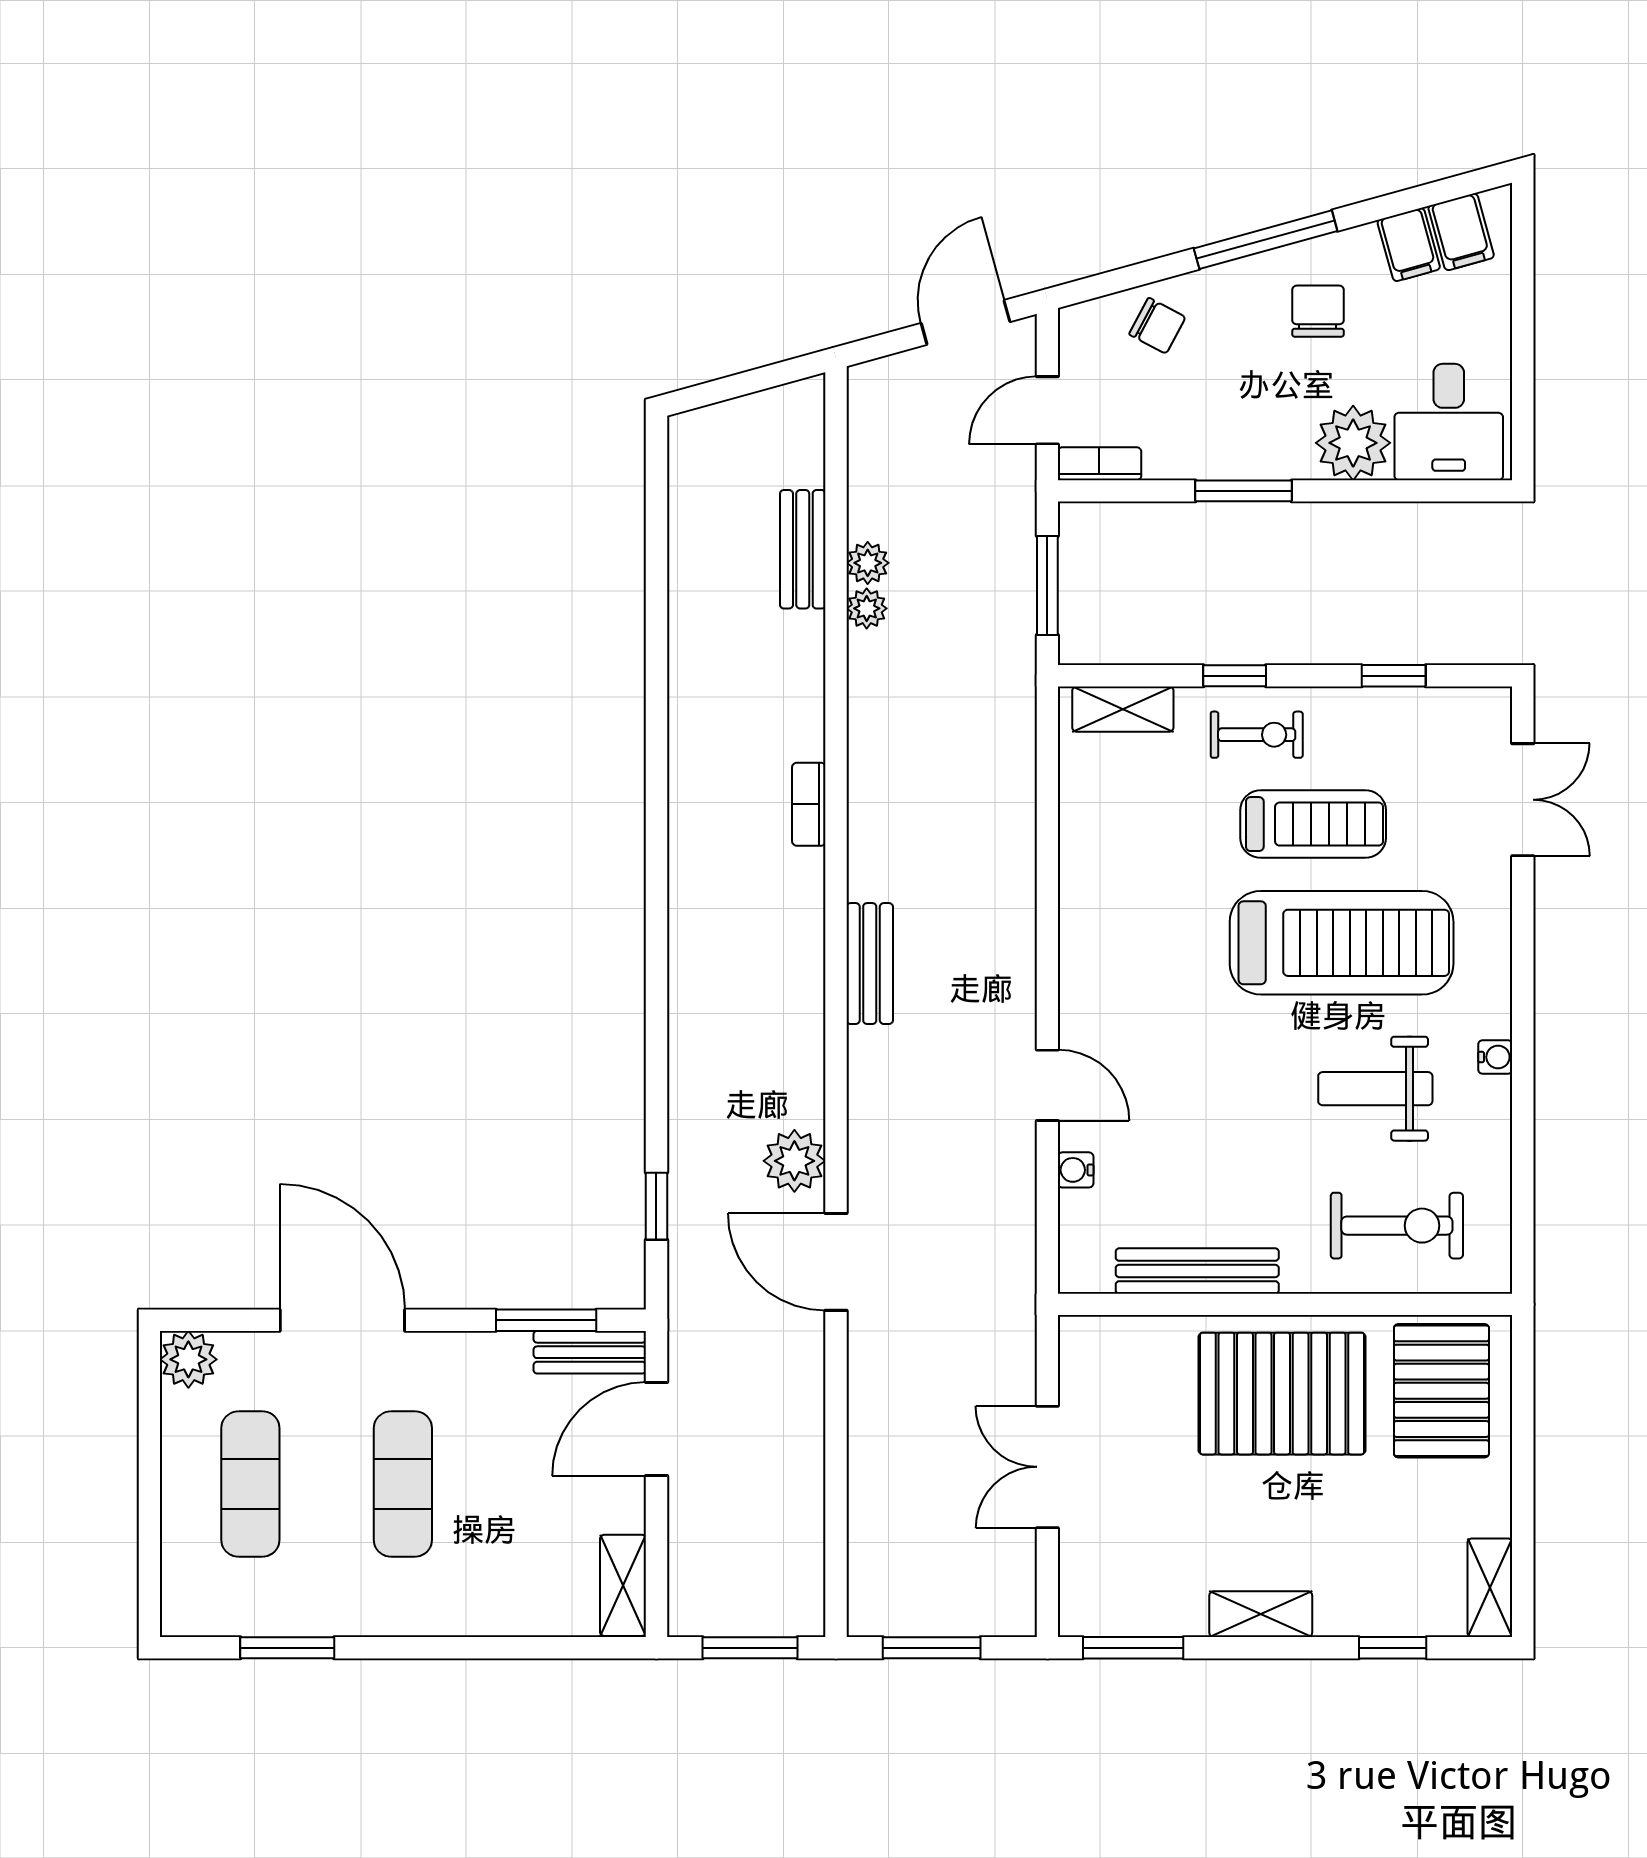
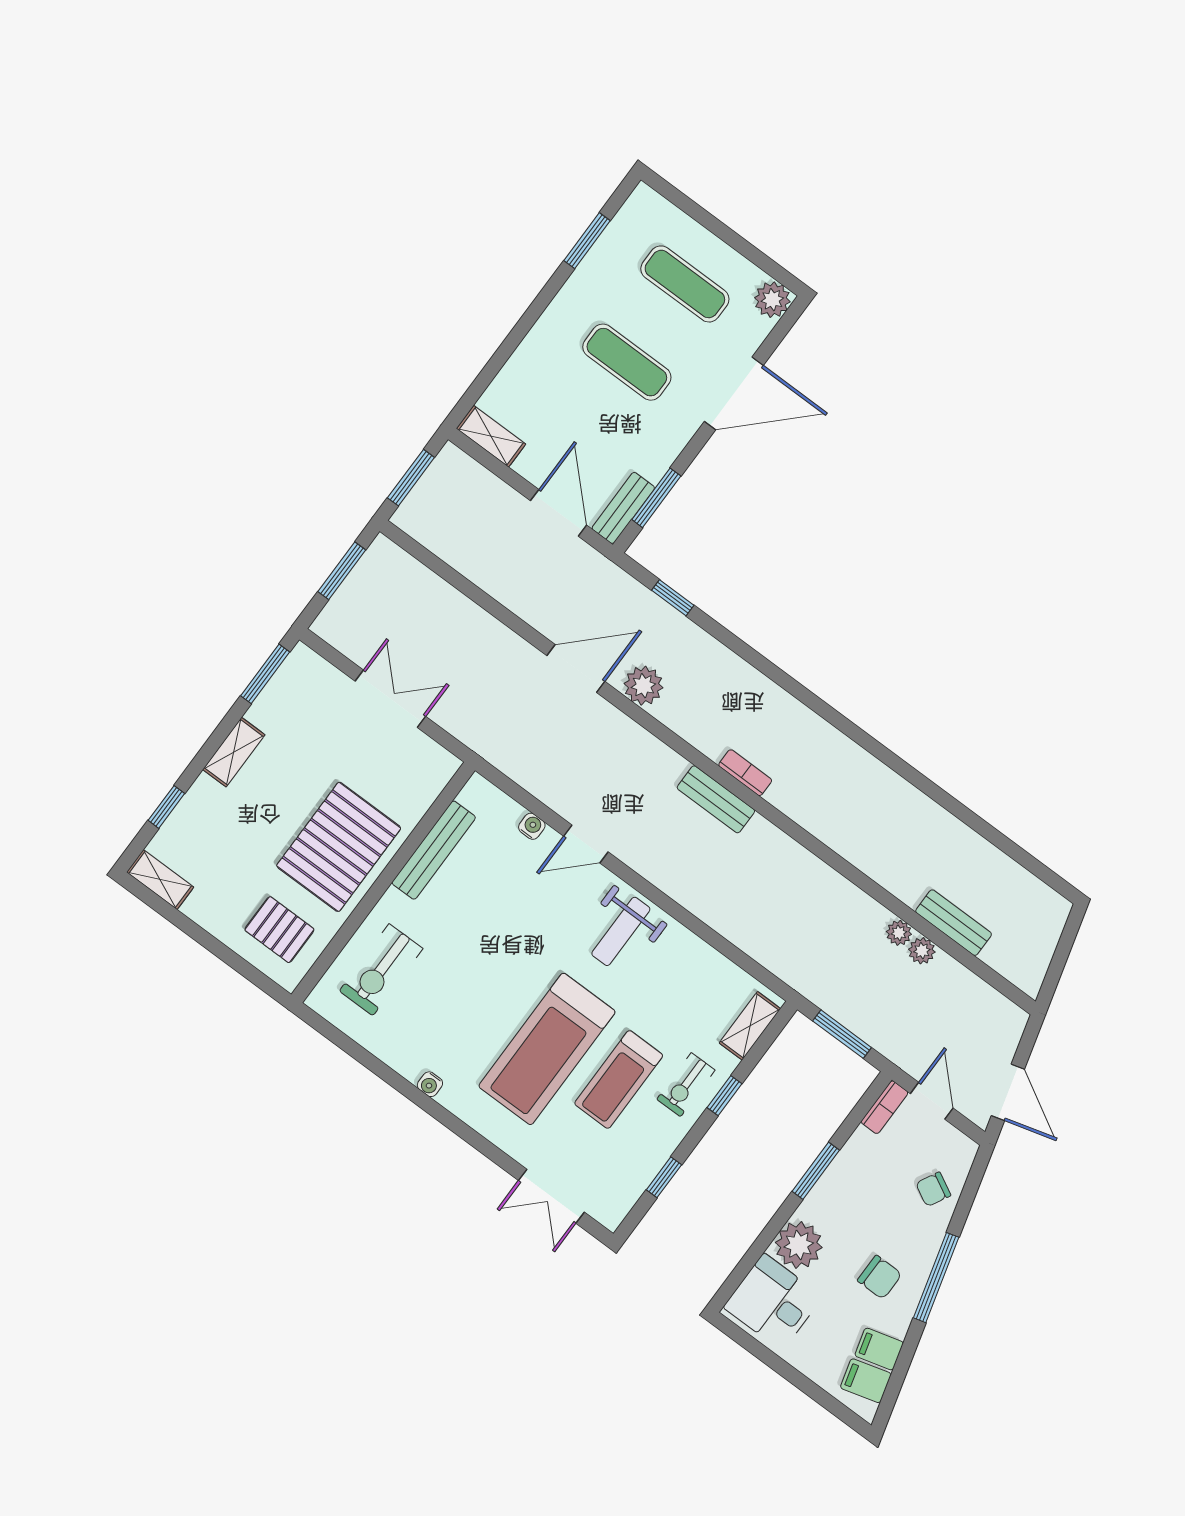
bookcase: (809, 804) -> (745, 773), moved
weight bench: (1375, 1089) -> (621, 931), moved, turned 180
pallet: (1441, 1391) -> (279, 930), width x0.67, depth x0.71

